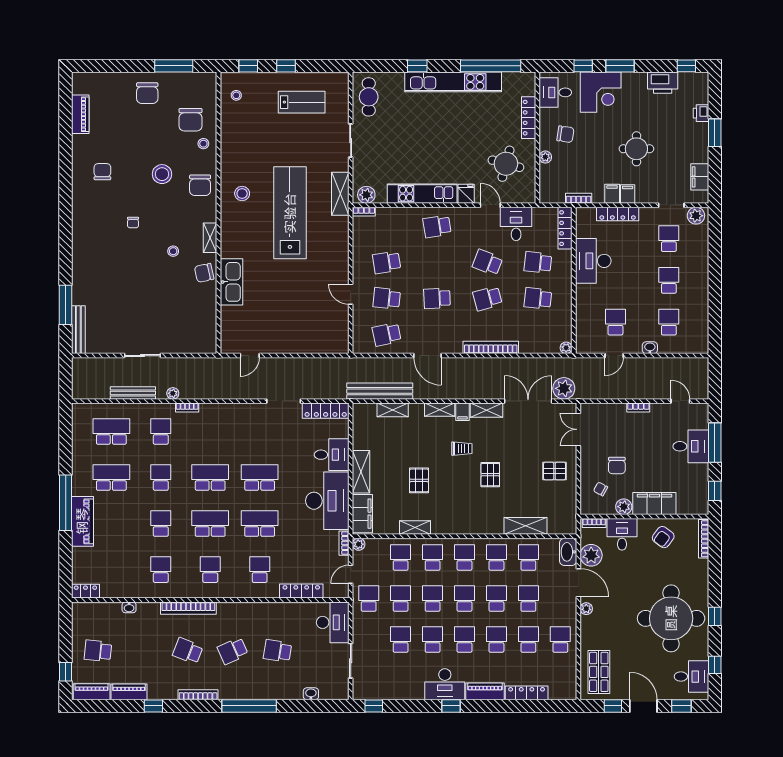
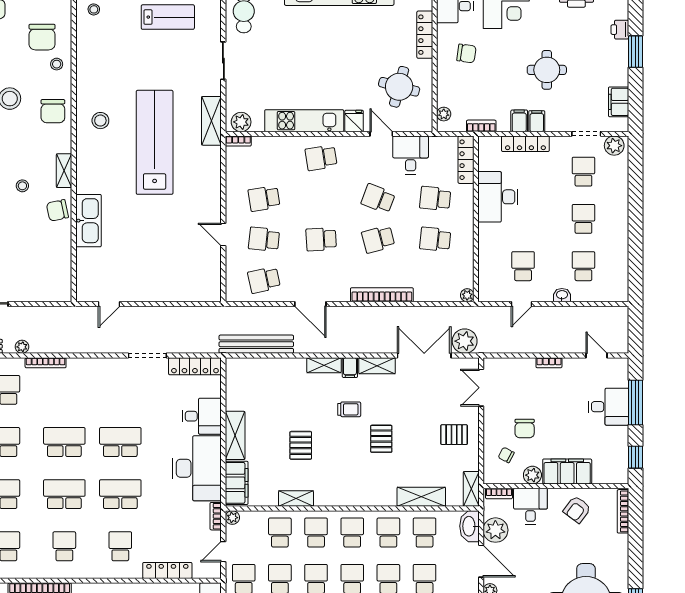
plant: (545, 157) -> (444, 114), moved
bookcase: (187, 408) -> (46, 363), width x1.56
shelving: (393, 410) -> (471, 489), moved, turned 90

